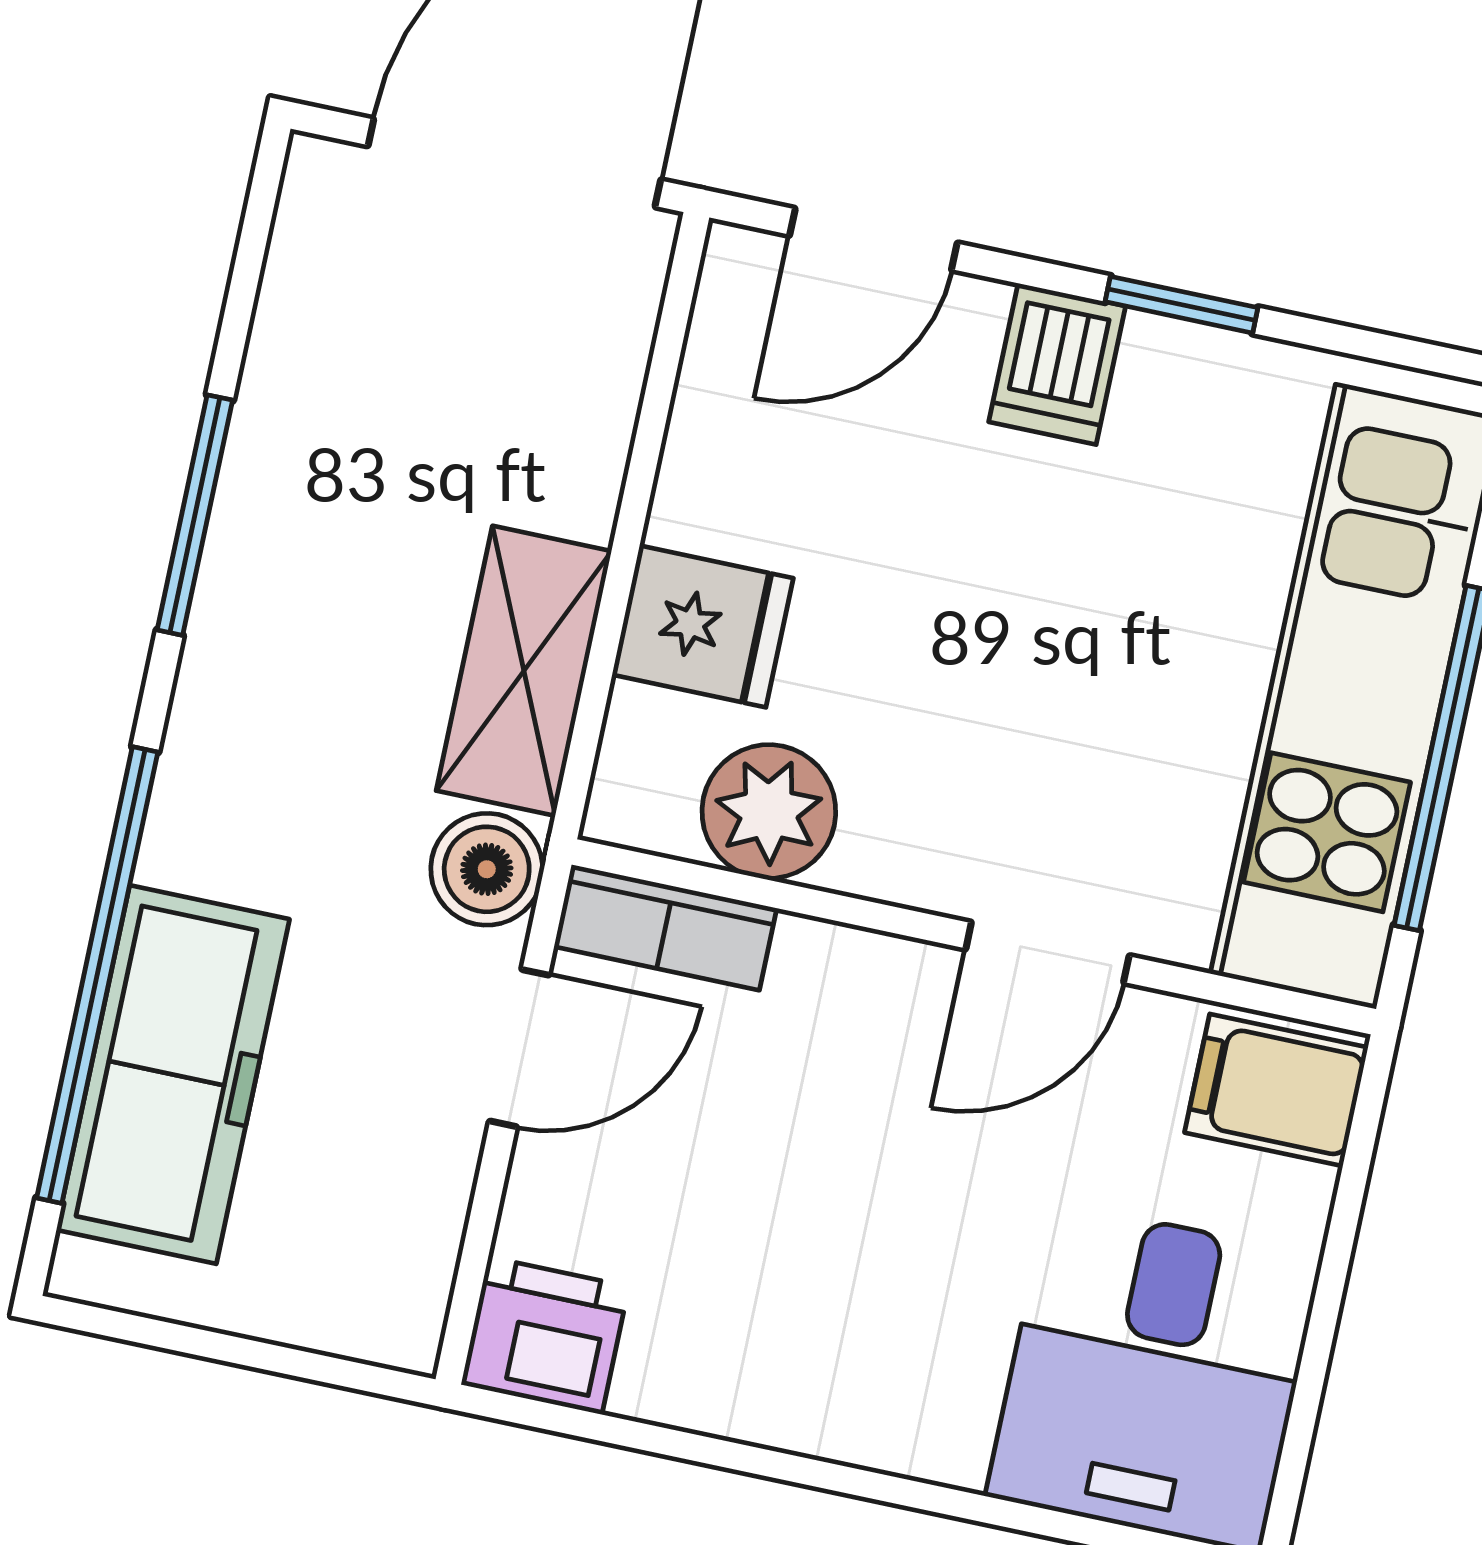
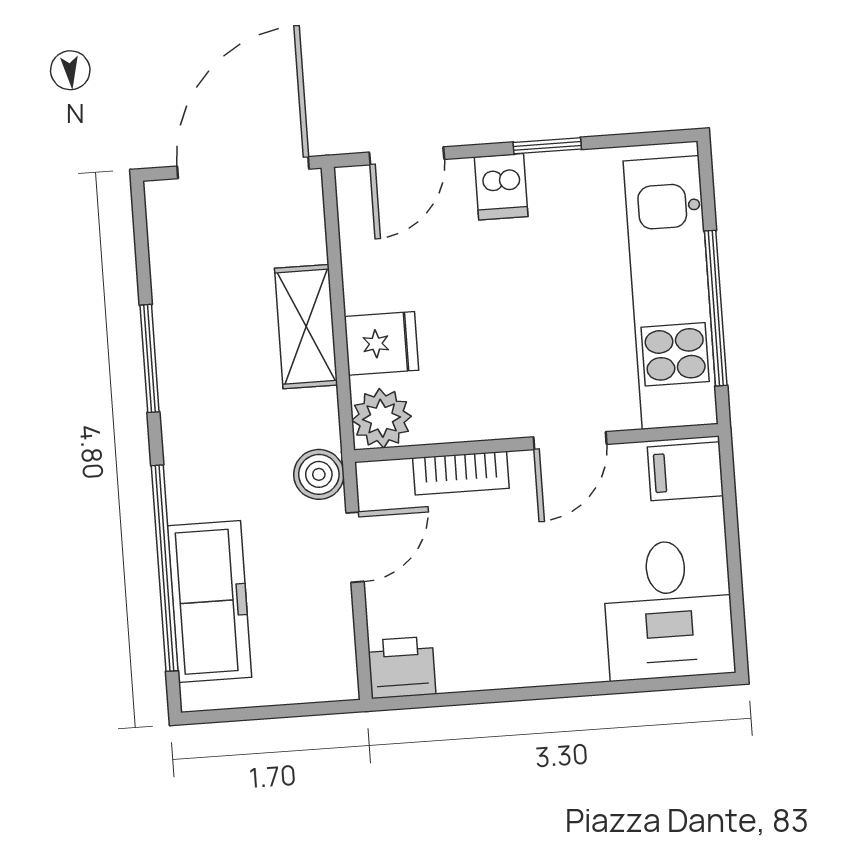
shelving: (524, 671) -> (306, 327), moved
plant: (769, 812) -> (382, 418), moved
bookcase: (665, 927) -> (461, 473), moved

